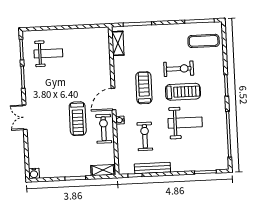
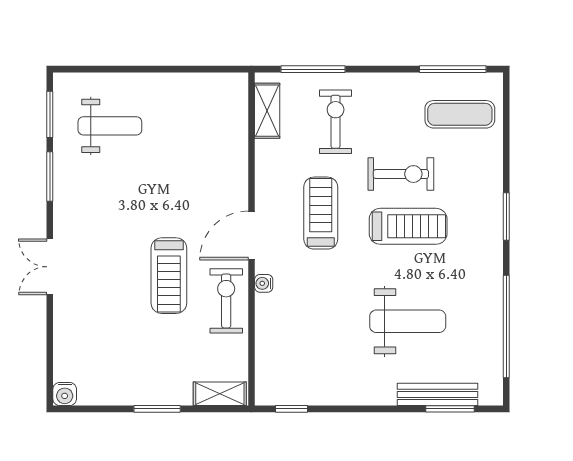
weight bench: (185, 123) -> (408, 321), moved
exercise bike: (145, 136) -> (336, 122), moved
bench: (152, 168) -> (437, 394), moved

